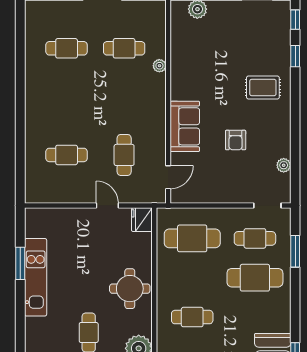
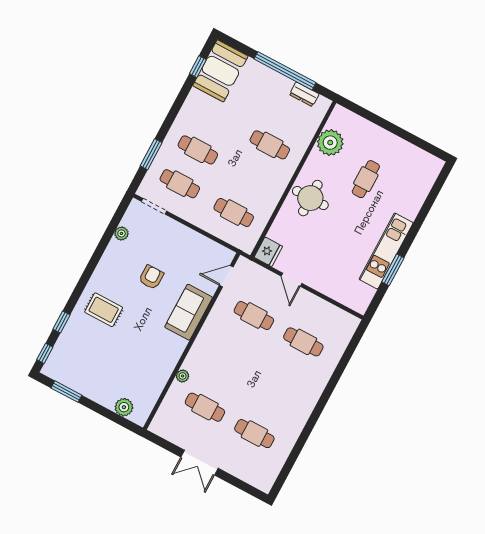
cafe table: (124, 155) -> (254, 315), turned 90
cafe table: (192, 238) -> (234, 213), width x0.73, depth x0.74
cafe table: (255, 278) -> (198, 150), width x0.73, depth x0.74

